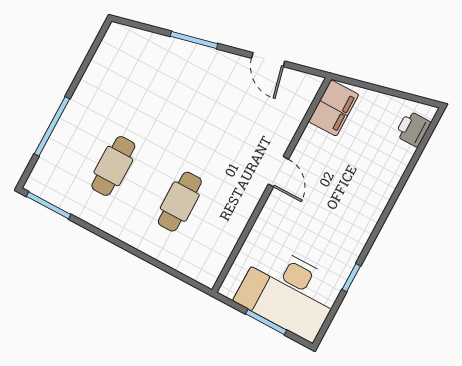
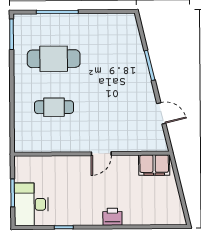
door: (268, 60) -> (161, 113), swing flipped
printer: (413, 129) -> (112, 217), moved
cafe table: (113, 166) -> (54, 59), width x1.37, depth x1.35
desk: (289, 292) -> (31, 204), width x0.73, depth x0.77

